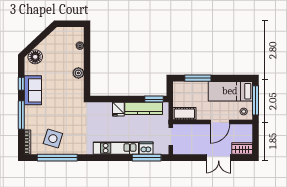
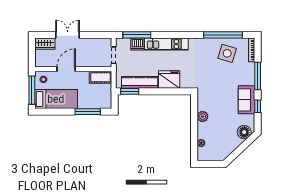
fridge: (118, 109) -> (169, 79), width x1.88, depth x1.34

